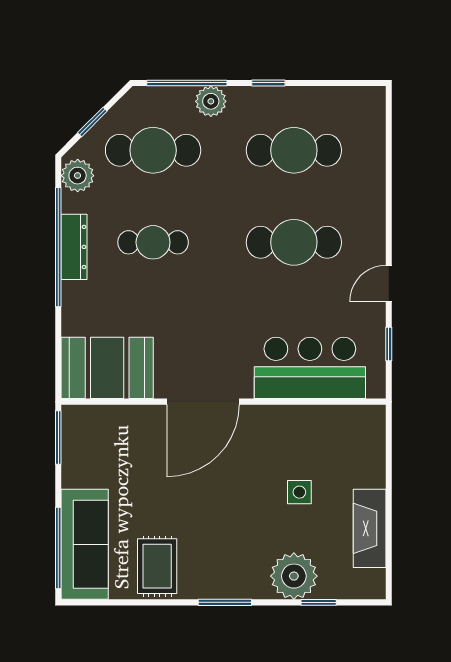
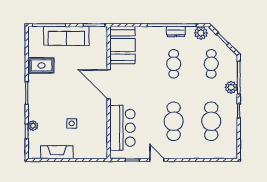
cafe table: (153, 150) -> (211, 64), width x0.73, depth x0.74
dresser: (74, 247) -> (176, 32), width x0.70
sofa: (85, 544) -> (66, 36), moved
plant: (294, 576) -> (33, 126), width x0.53, depth x0.53

